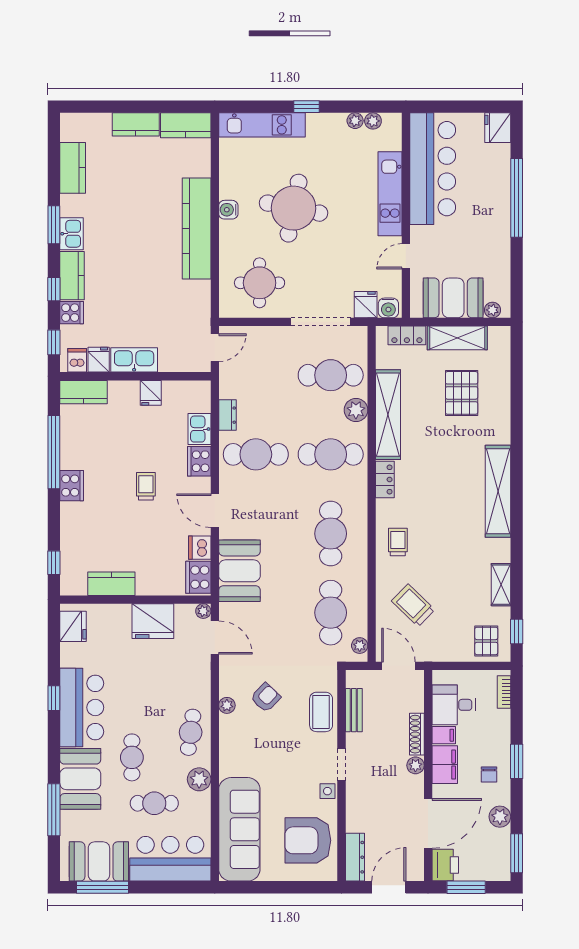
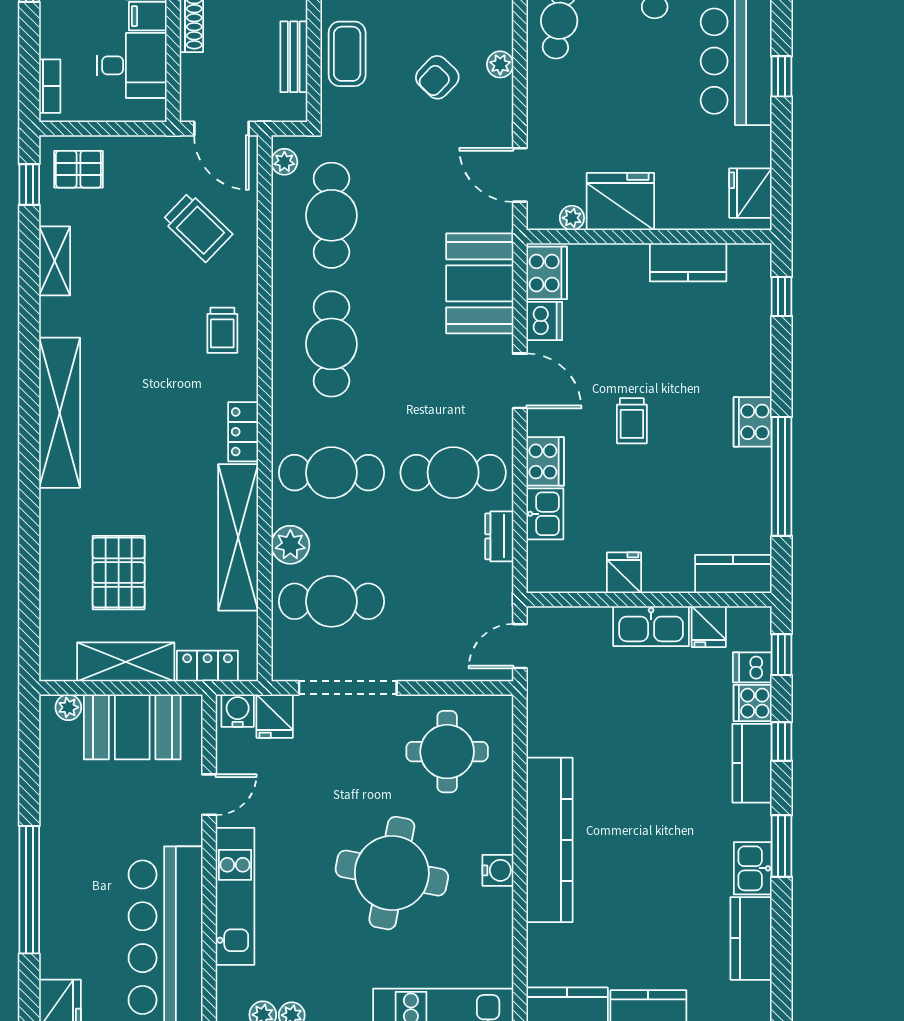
kitchen sink: (72, 234) -> (753, 868), moved
dishwasher: (77, 360) -> (752, 667), moved, turned 90
plant: (203, 611) -> (572, 218), moved
pallet: (486, 641) -> (78, 169), turned 90

